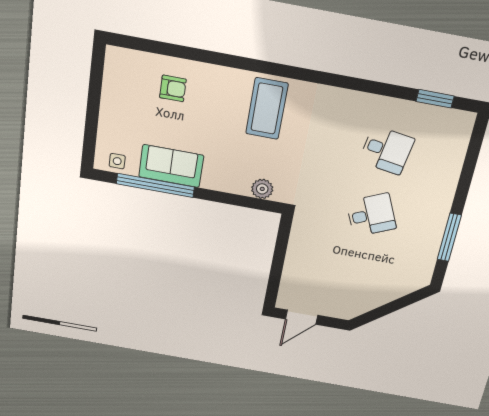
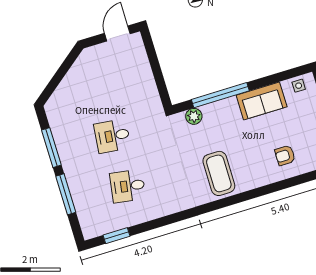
window: (466, 178) -> (66, 194), added
window: (155, 185) -> (220, 95), moved
desk: (371, 215) -> (112, 136), turned 30

